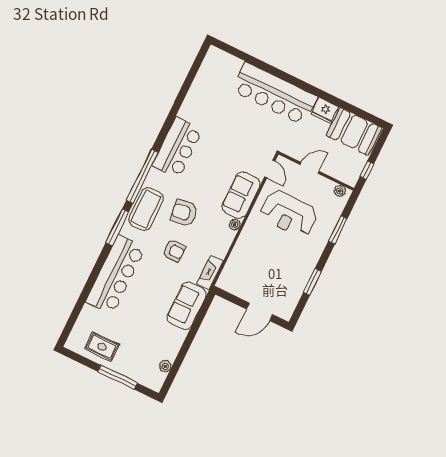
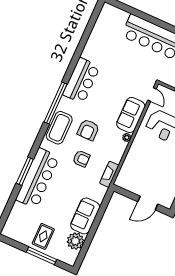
armchair: (184, 213) -> (88, 130), turned -83
window: (117, 227) -> (25, 171), moved
sofa: (187, 306) -> (85, 216), moved
rug: (102, 347) -> (43, 236), moved, turned 90
plant: (165, 366) -> (75, 241), width x1.87, depth x1.87

